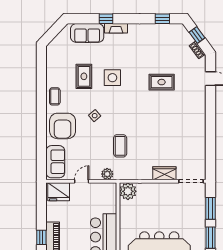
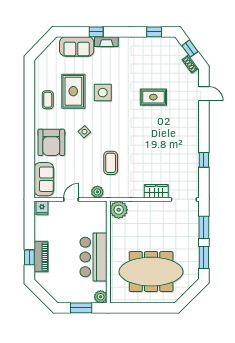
rug: (84, 76) -> (73, 91), width x1.36, depth x1.43
coffee table: (55, 96) -> (48, 100), moved
window: (210, 143) -> (204, 160), added
fridge: (59, 192) -> (42, 208), width x0.53, depth x0.75

